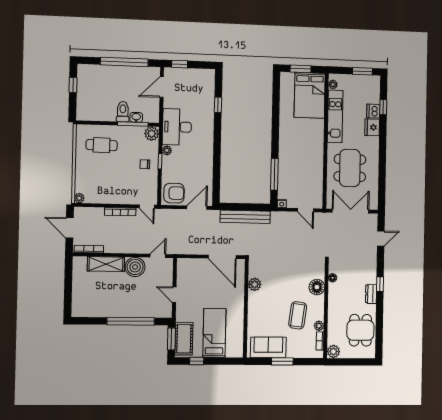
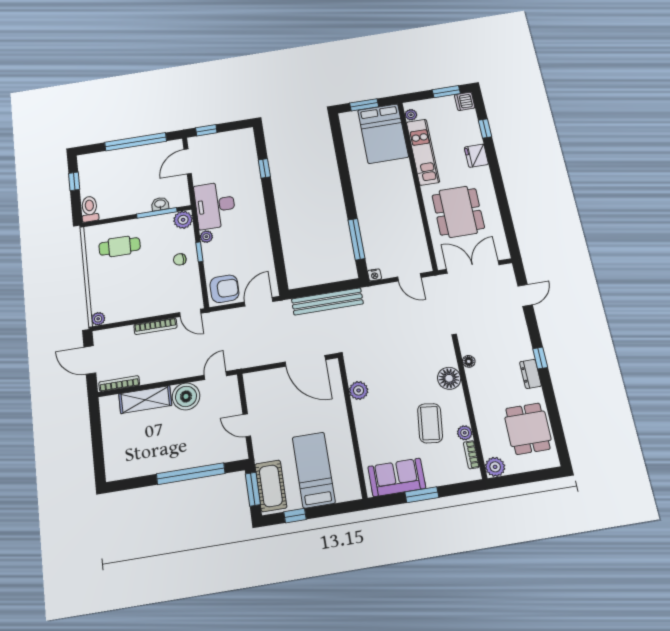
dishwasher: (373, 111) -> (465, 101), moved
toilet: (123, 112) -> (90, 209), moved

